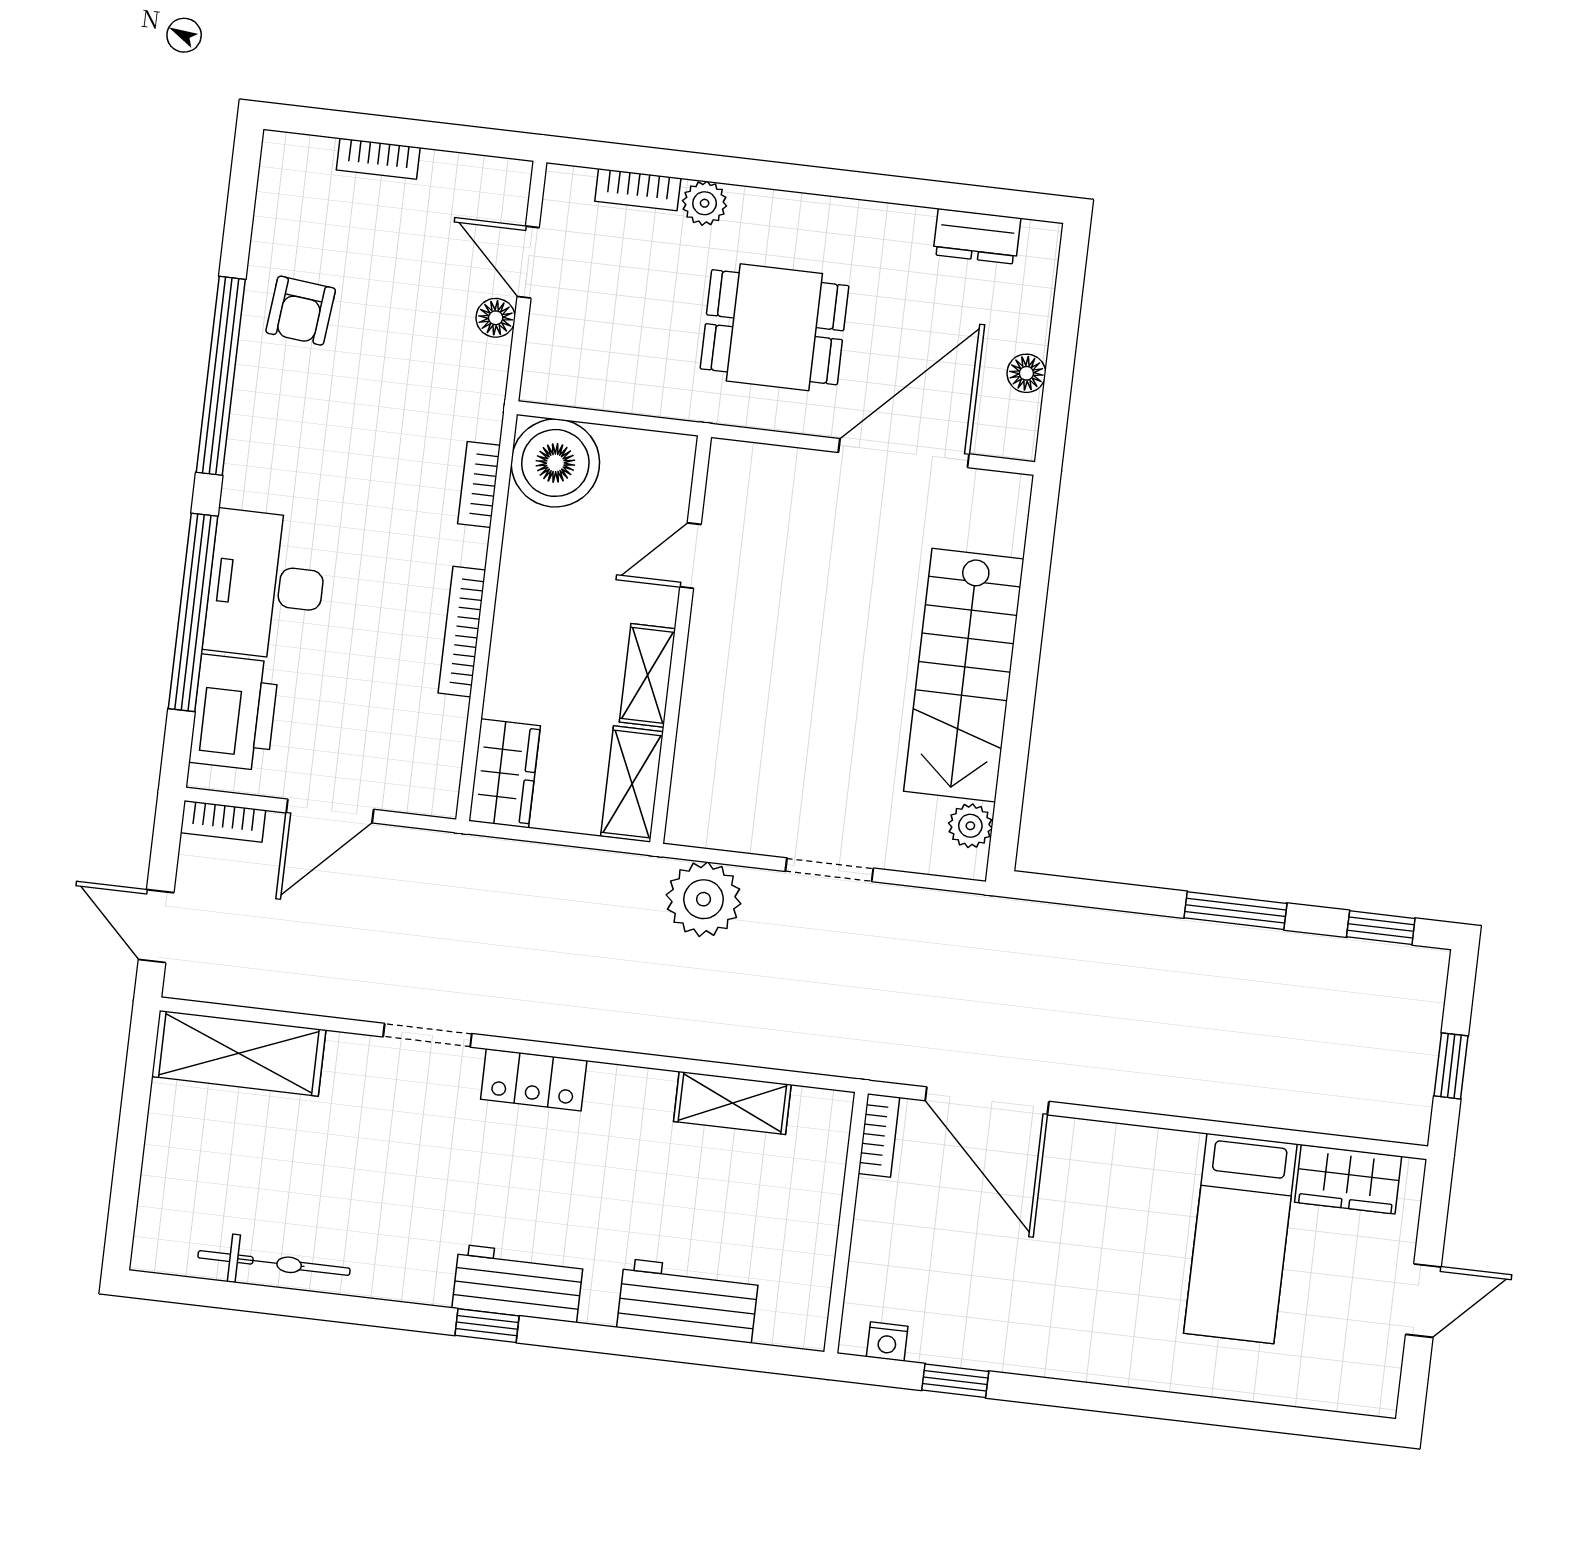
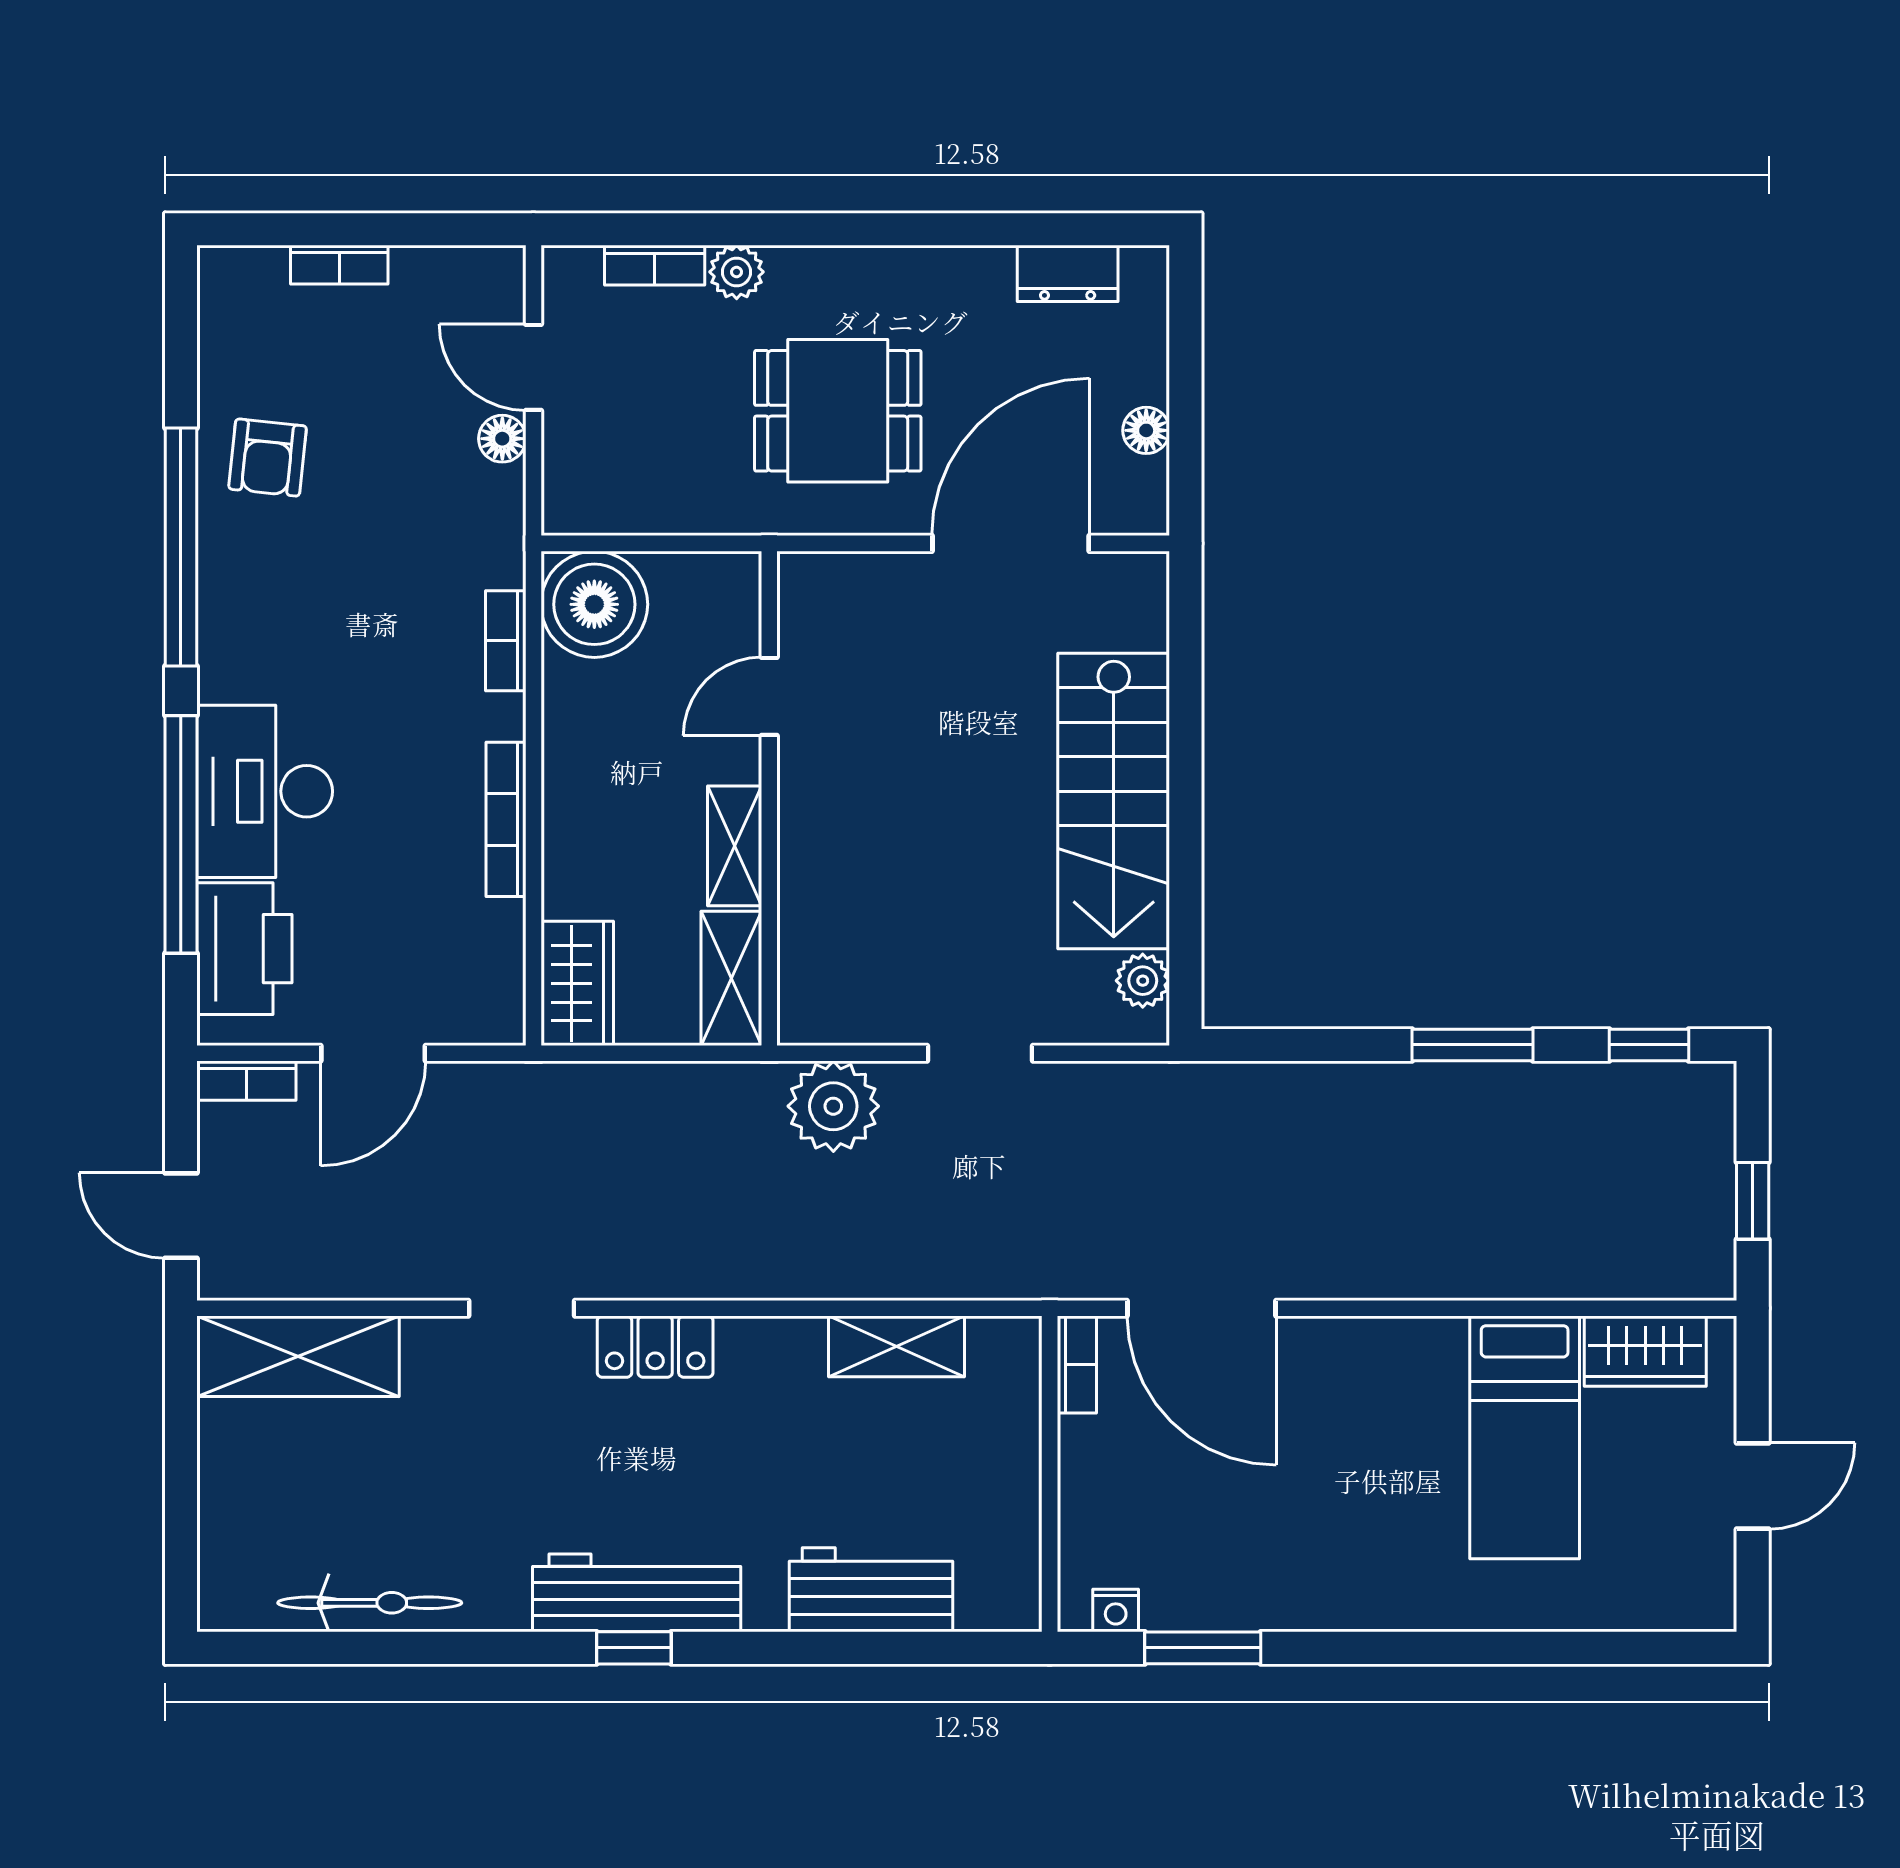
workbench: (518, 1283) -> (637, 1593), width x1.38
window: (955, 1381) -> (1203, 1648), width x1.50

